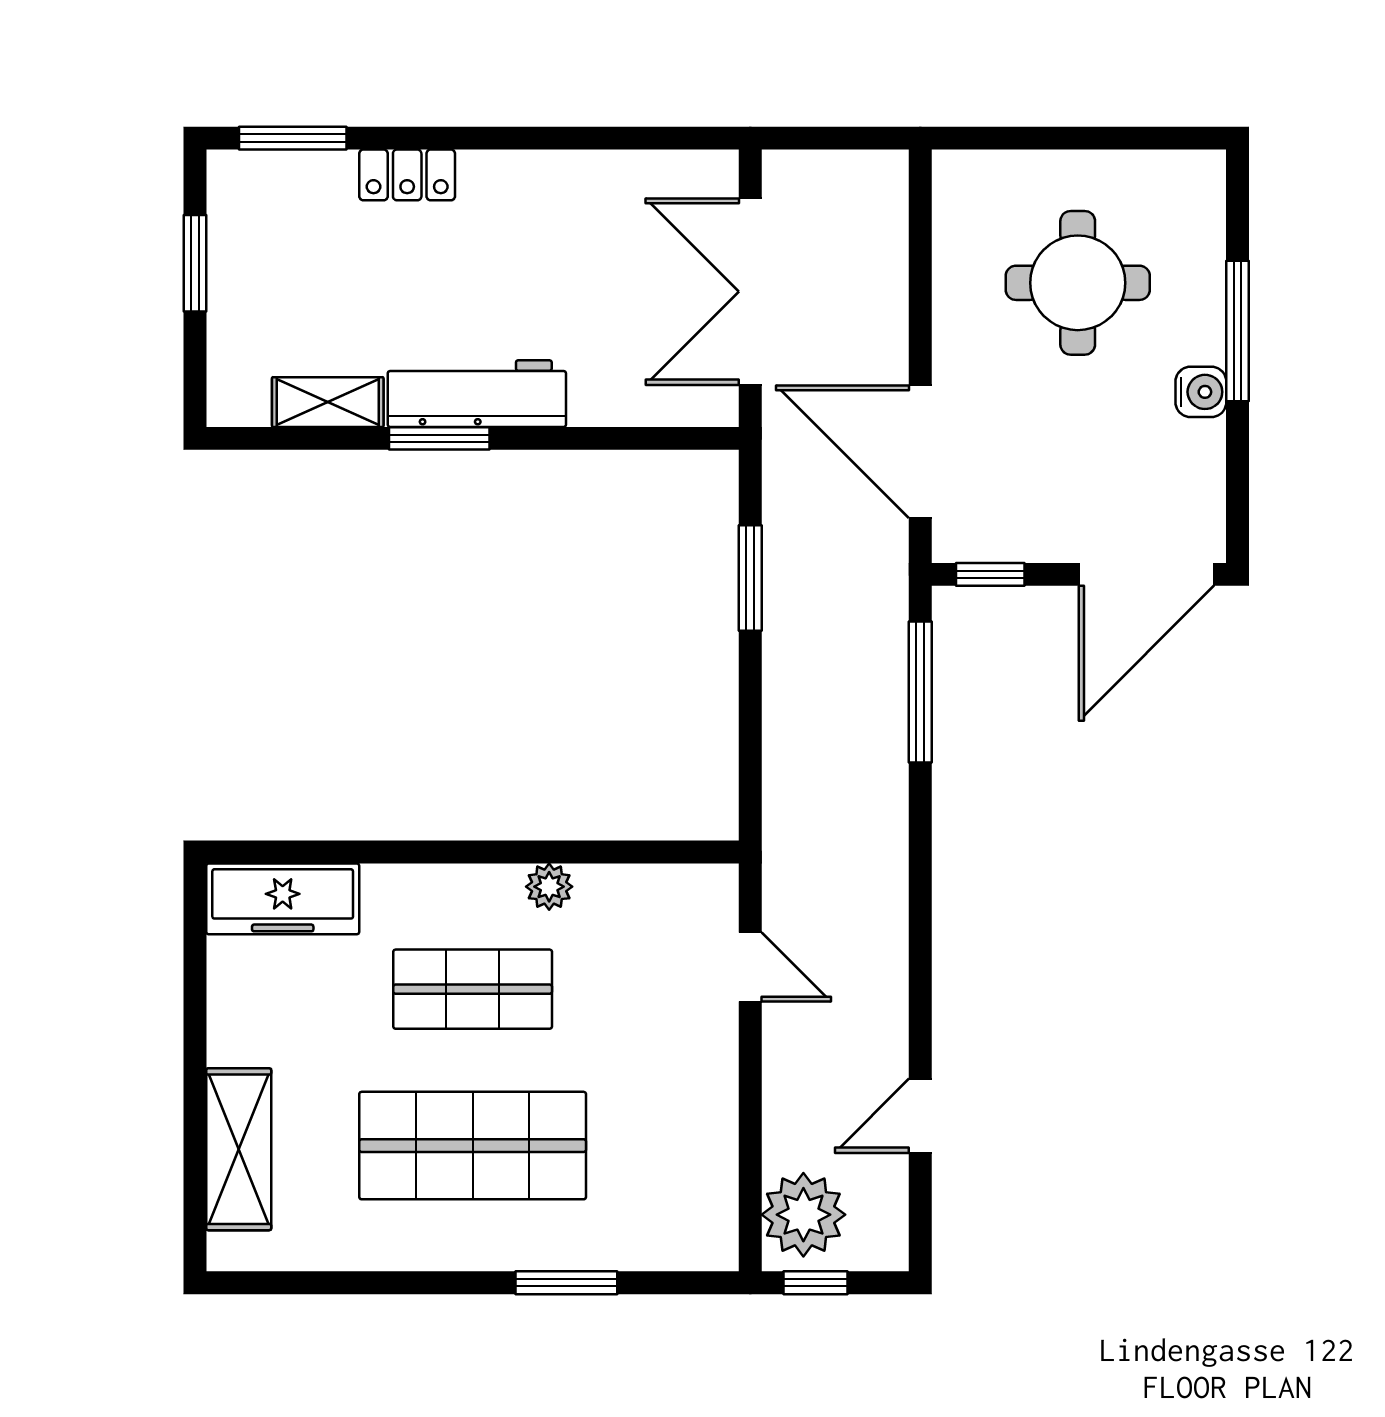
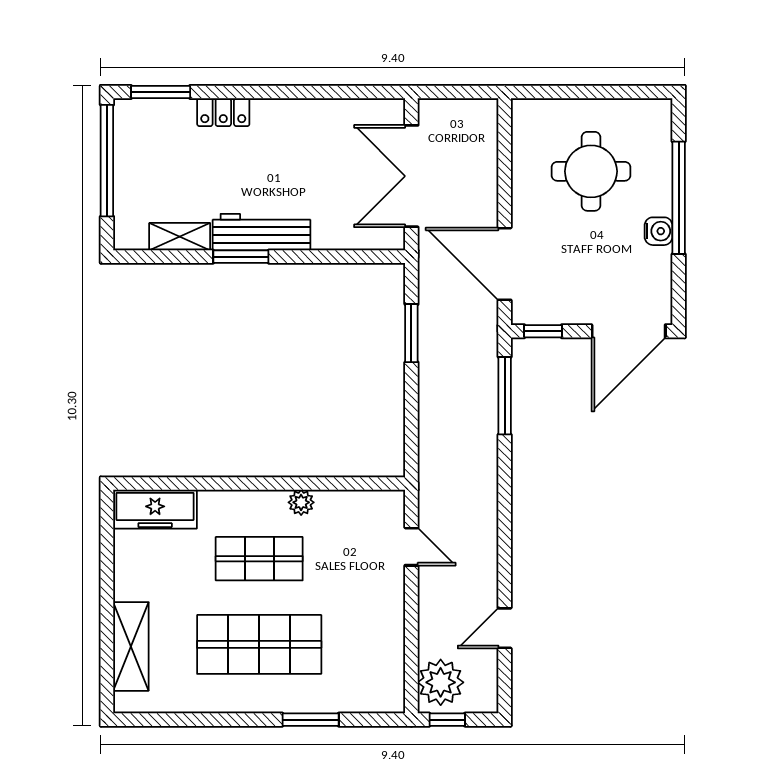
window: (195, 263) -> (107, 161), width x2.11
window: (1238, 331) -> (679, 198), width x1.46

